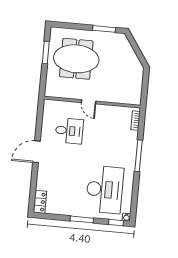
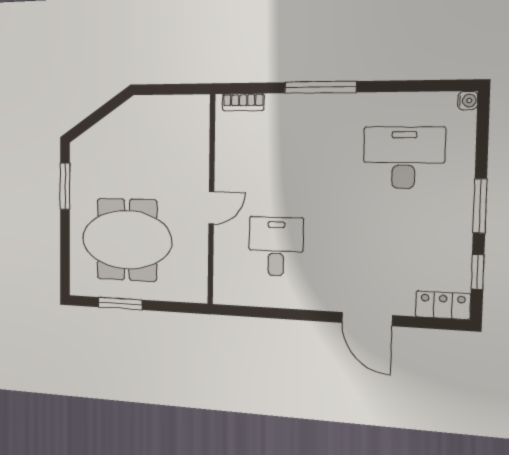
meeting table: (76, 59) -> (127, 240), turned 90
door: (37, 152) -> (367, 319), moved
desk: (105, 190) -> (404, 158), width x0.73, depth x0.77
window: (116, 223) -> (478, 272), moved

